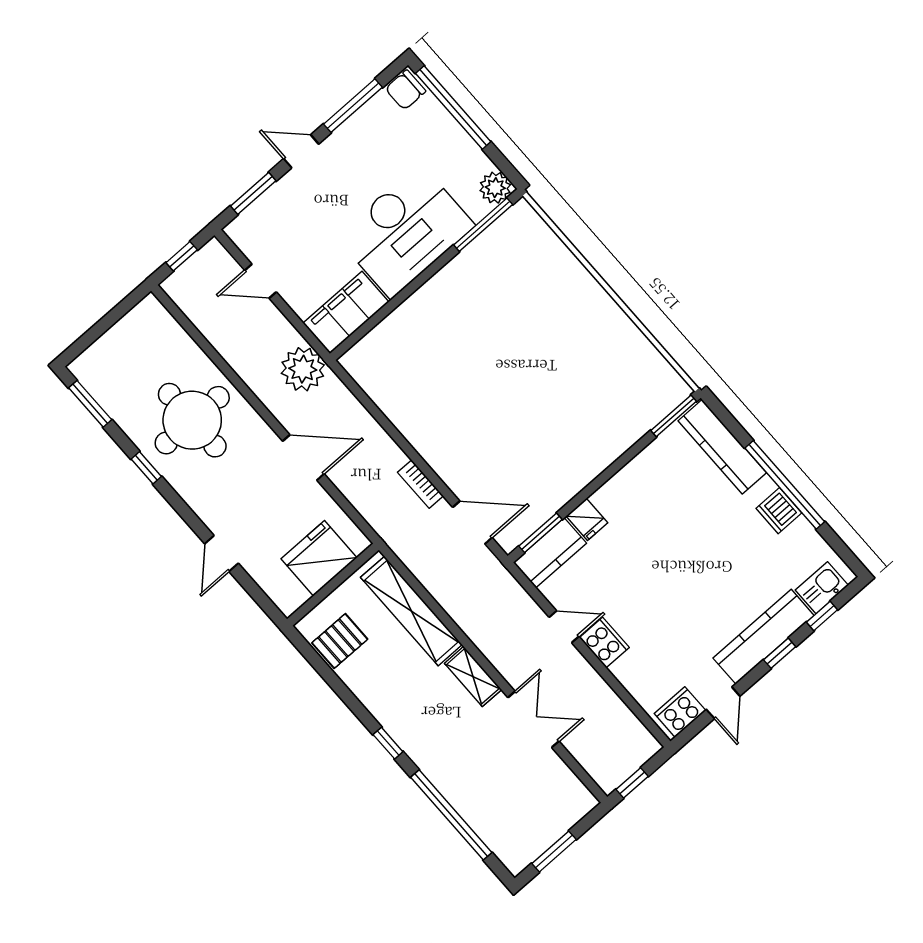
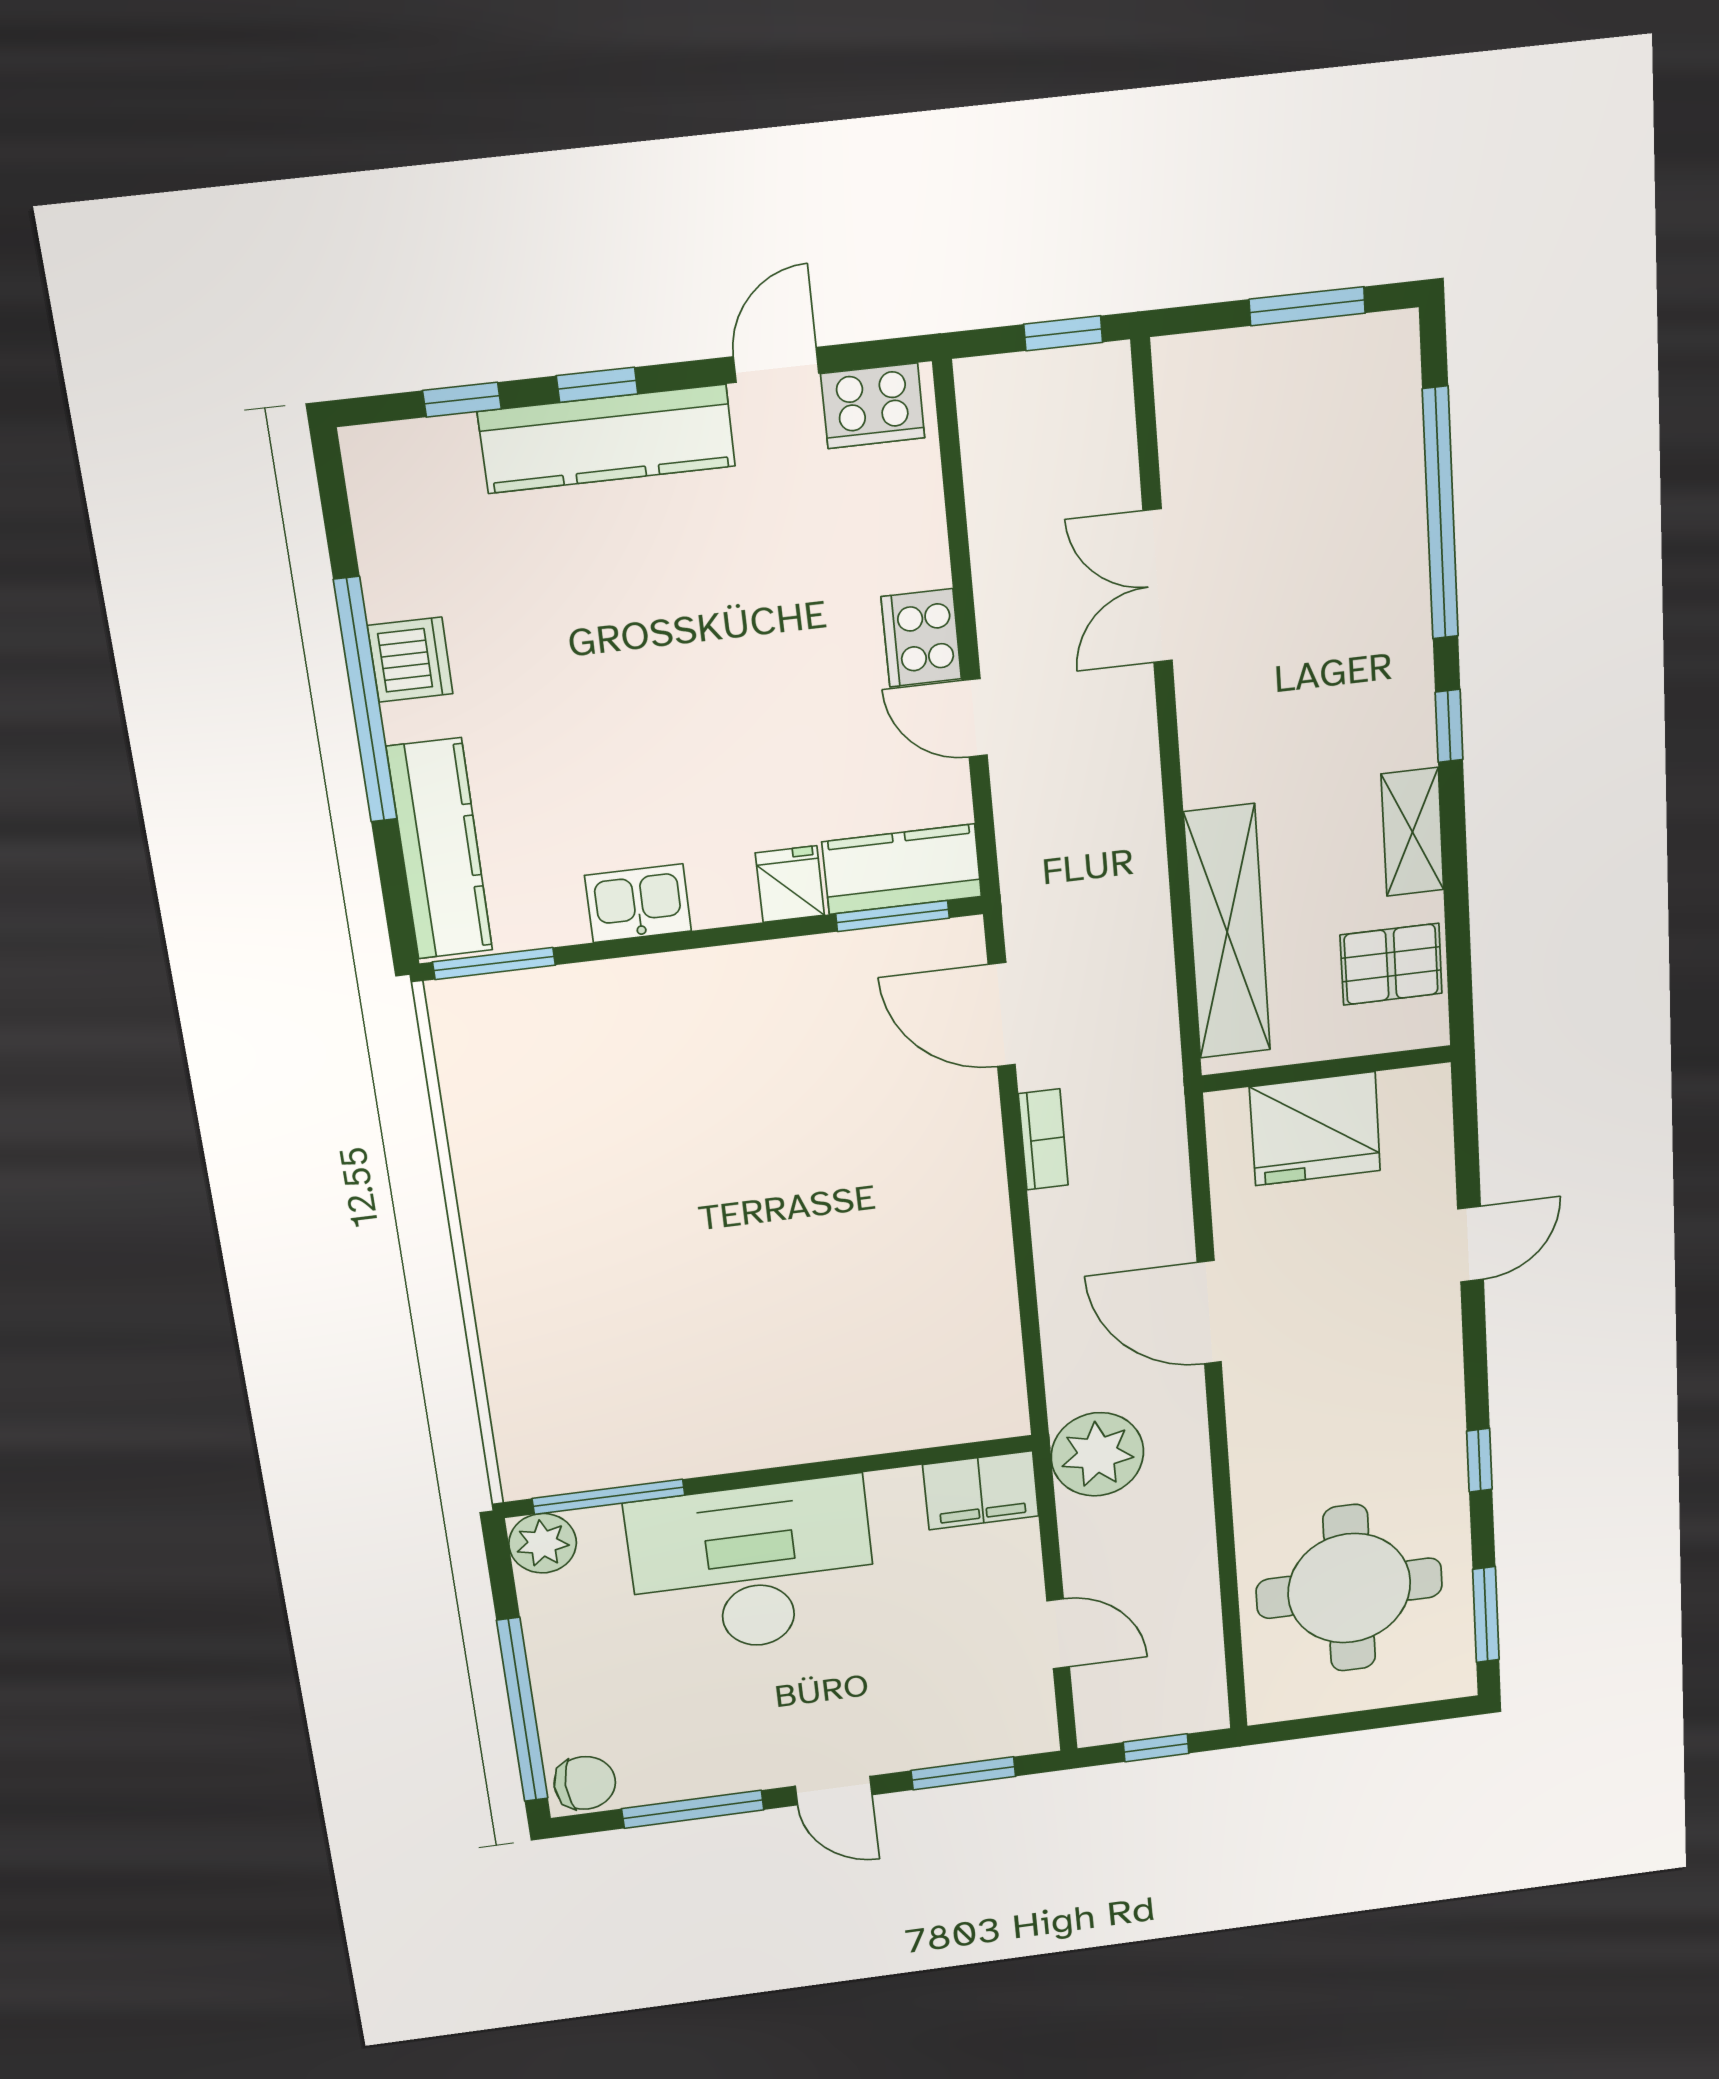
filing cabinet: (346, 313) -> (981, 1490), width x0.67, depth x0.86
round table: (192, 420) -> (1349, 1588), moved
kitchen sink: (822, 588) -> (638, 903), moved, turned 180
shelving: (473, 677) -> (1412, 832), moved

